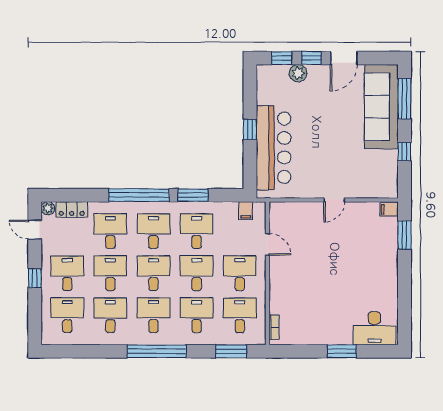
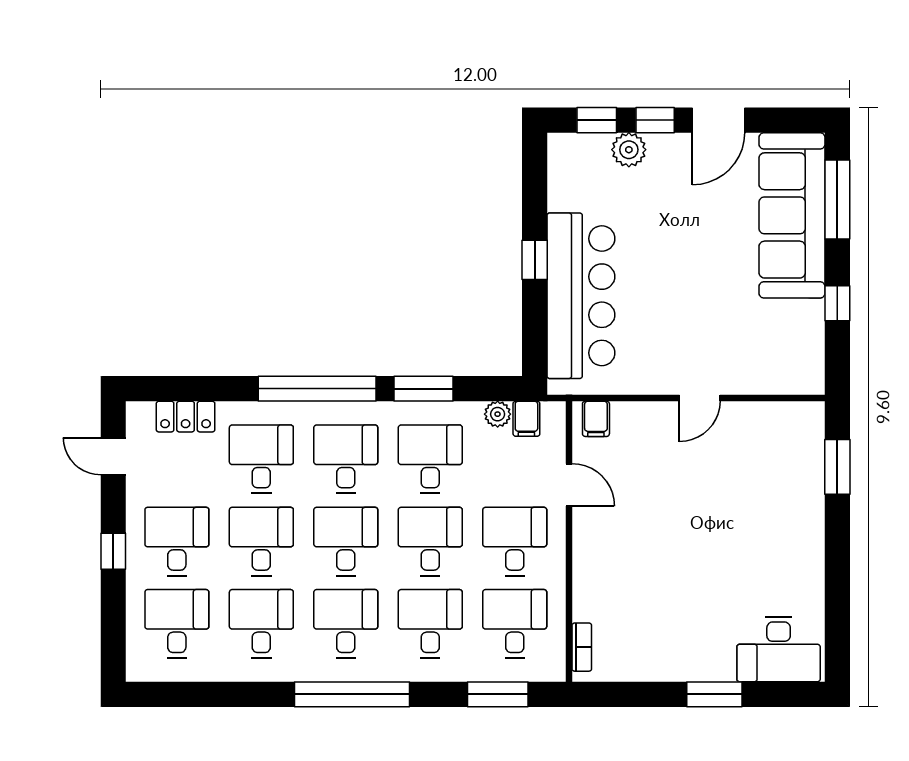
plant: (48, 208) -> (498, 414), moved
filing cabinet: (389, 209) -> (596, 419), moved, turned -90

